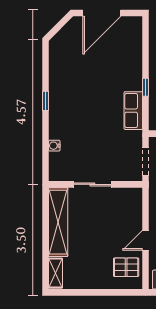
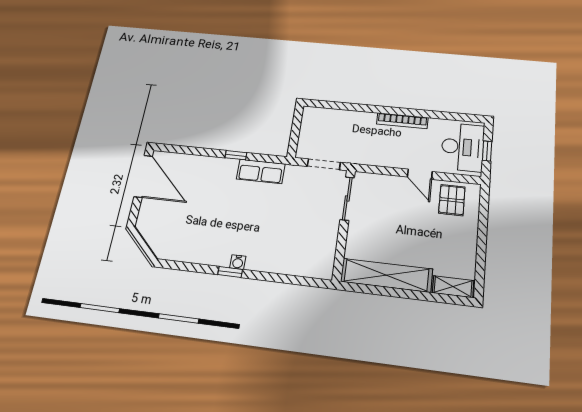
door: (102, 13) -> (143, 176), moved
water cooler: (54, 146) -> (238, 262), moved
sliding door: (92, 184) -> (347, 198), moved

